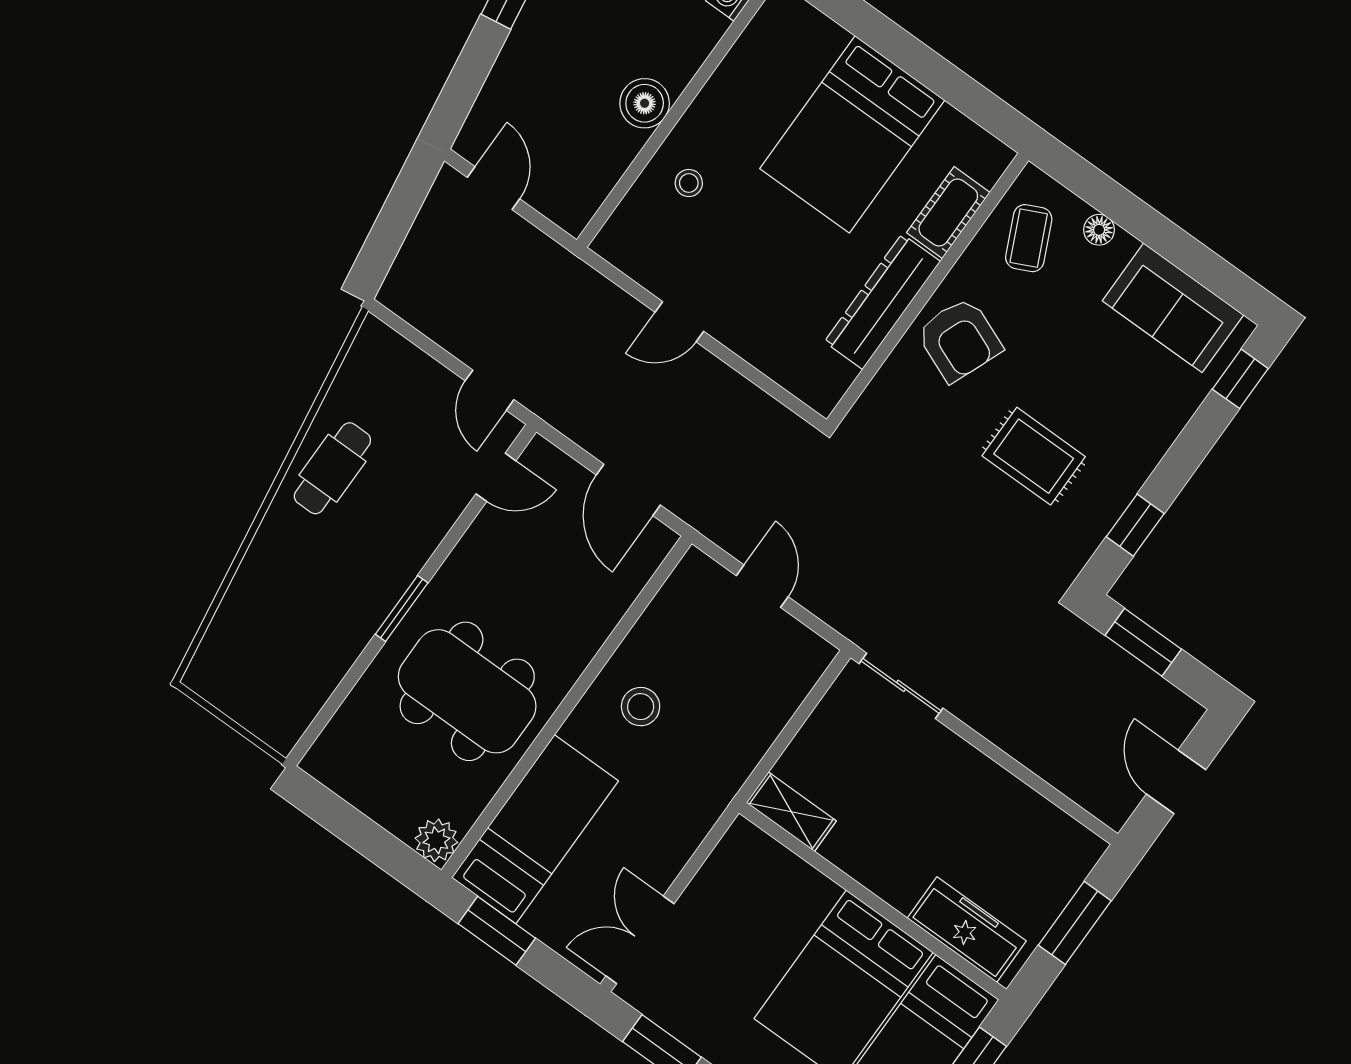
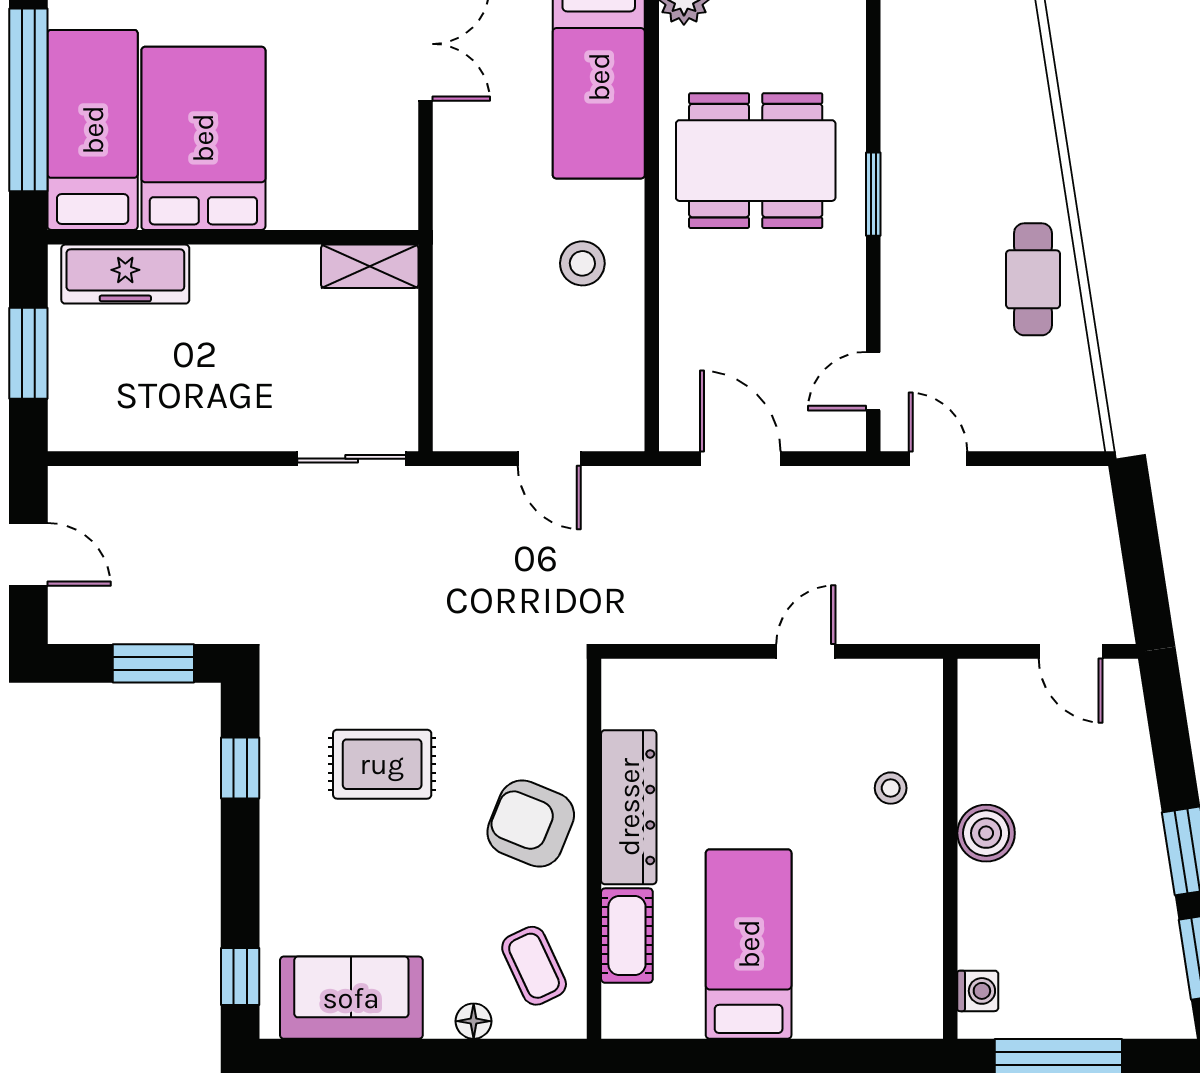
bed: (852, 134) -> (749, 944), width x0.67

